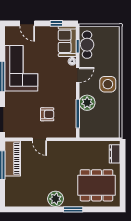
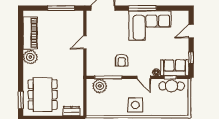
plant: (87, 103) -> (100, 86), moved
armchair: (47, 114) -> (122, 60), moved
piano: (13, 159) -> (30, 33), moved, turned -90
window: (73, 209) -> (21, 100), moved

